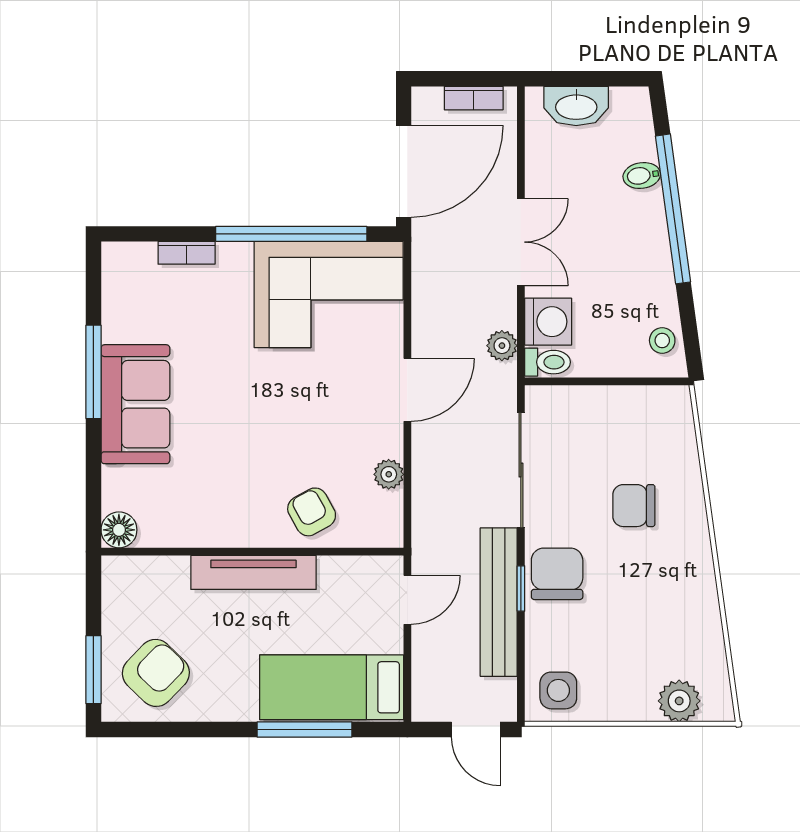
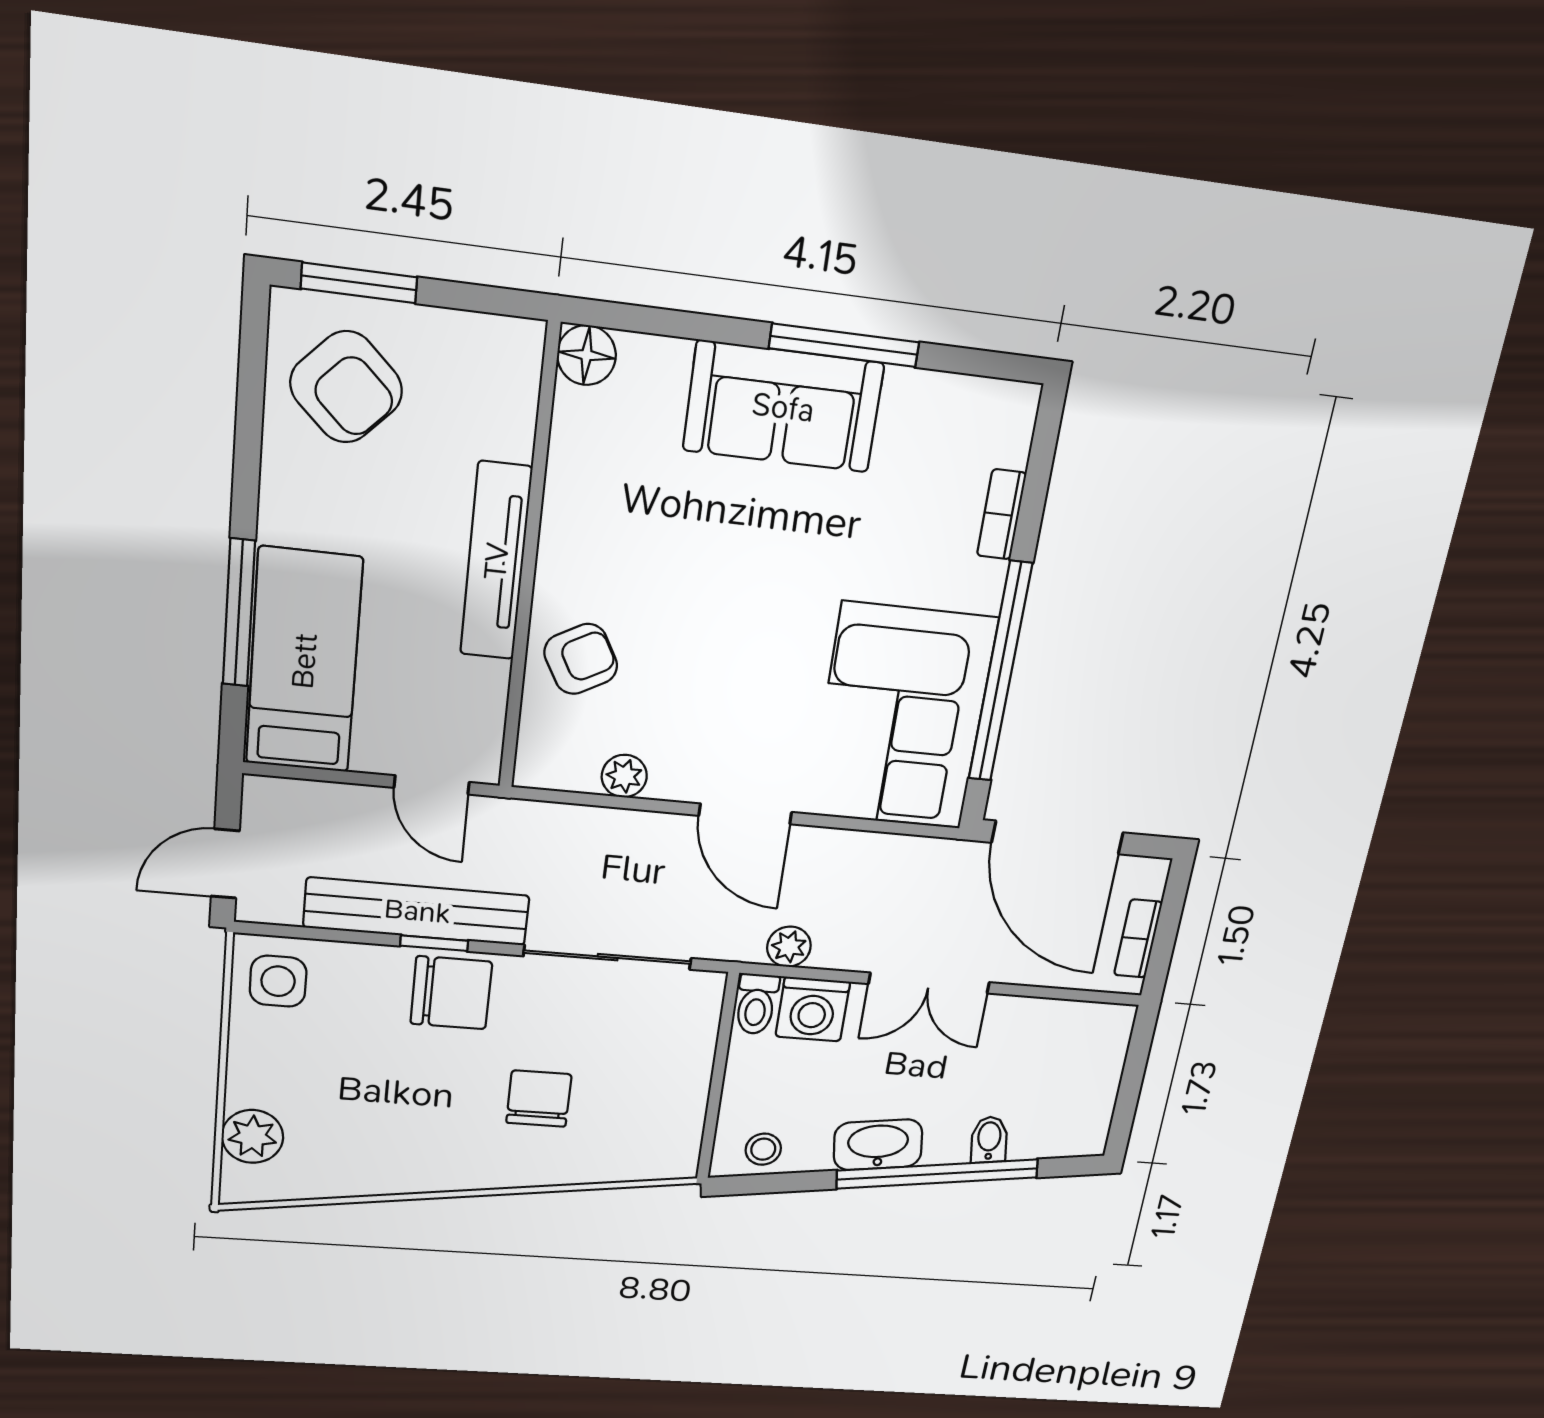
washbasin: (576, 106) -> (878, 1145), moved, turned 82

